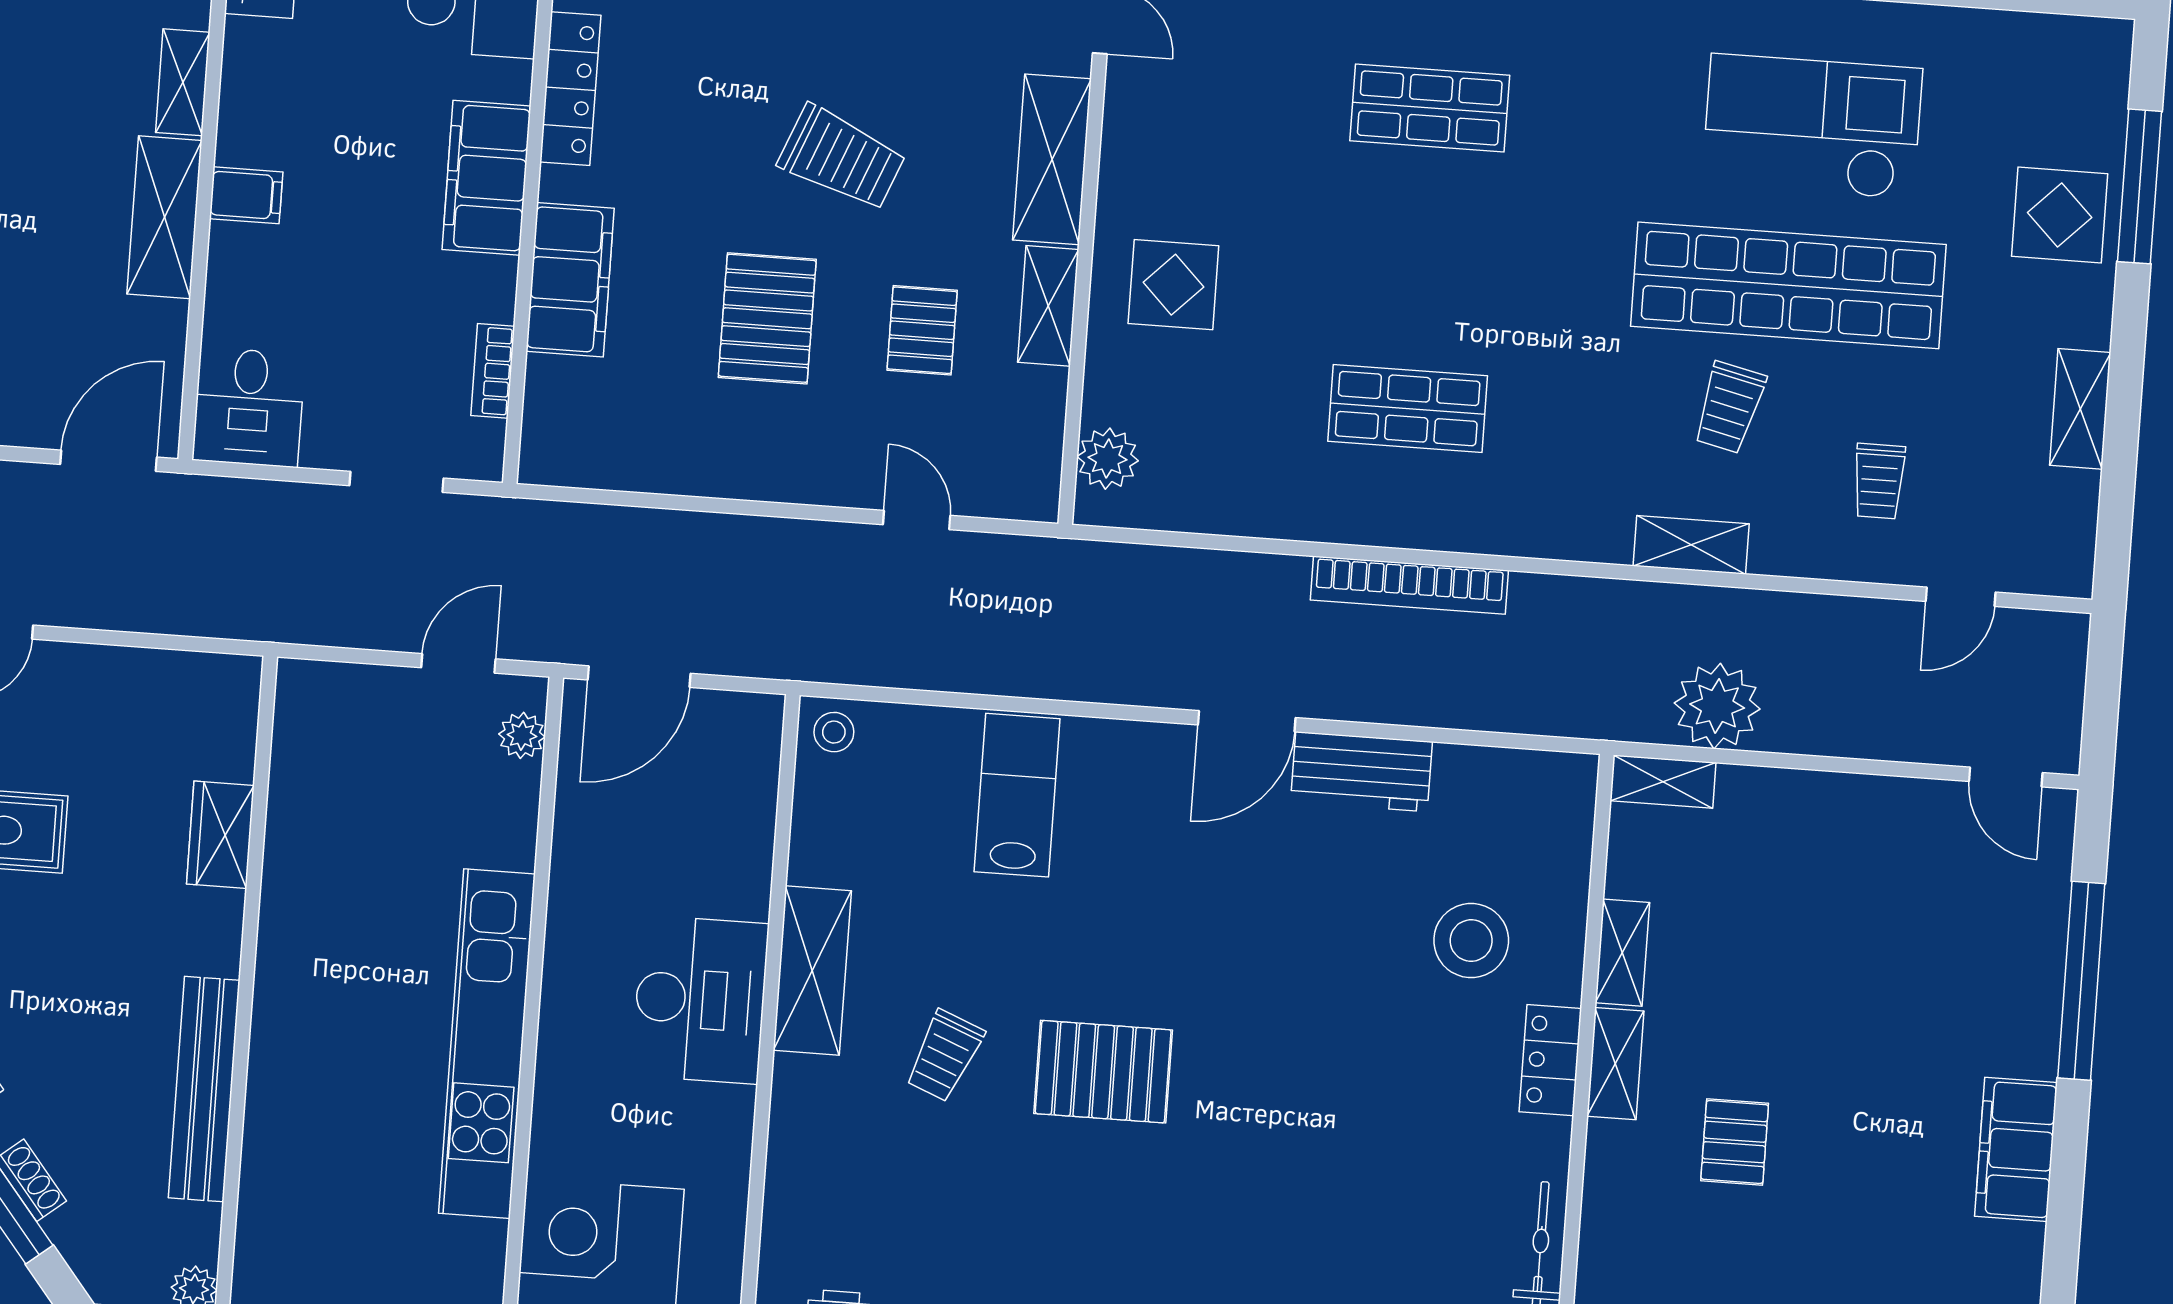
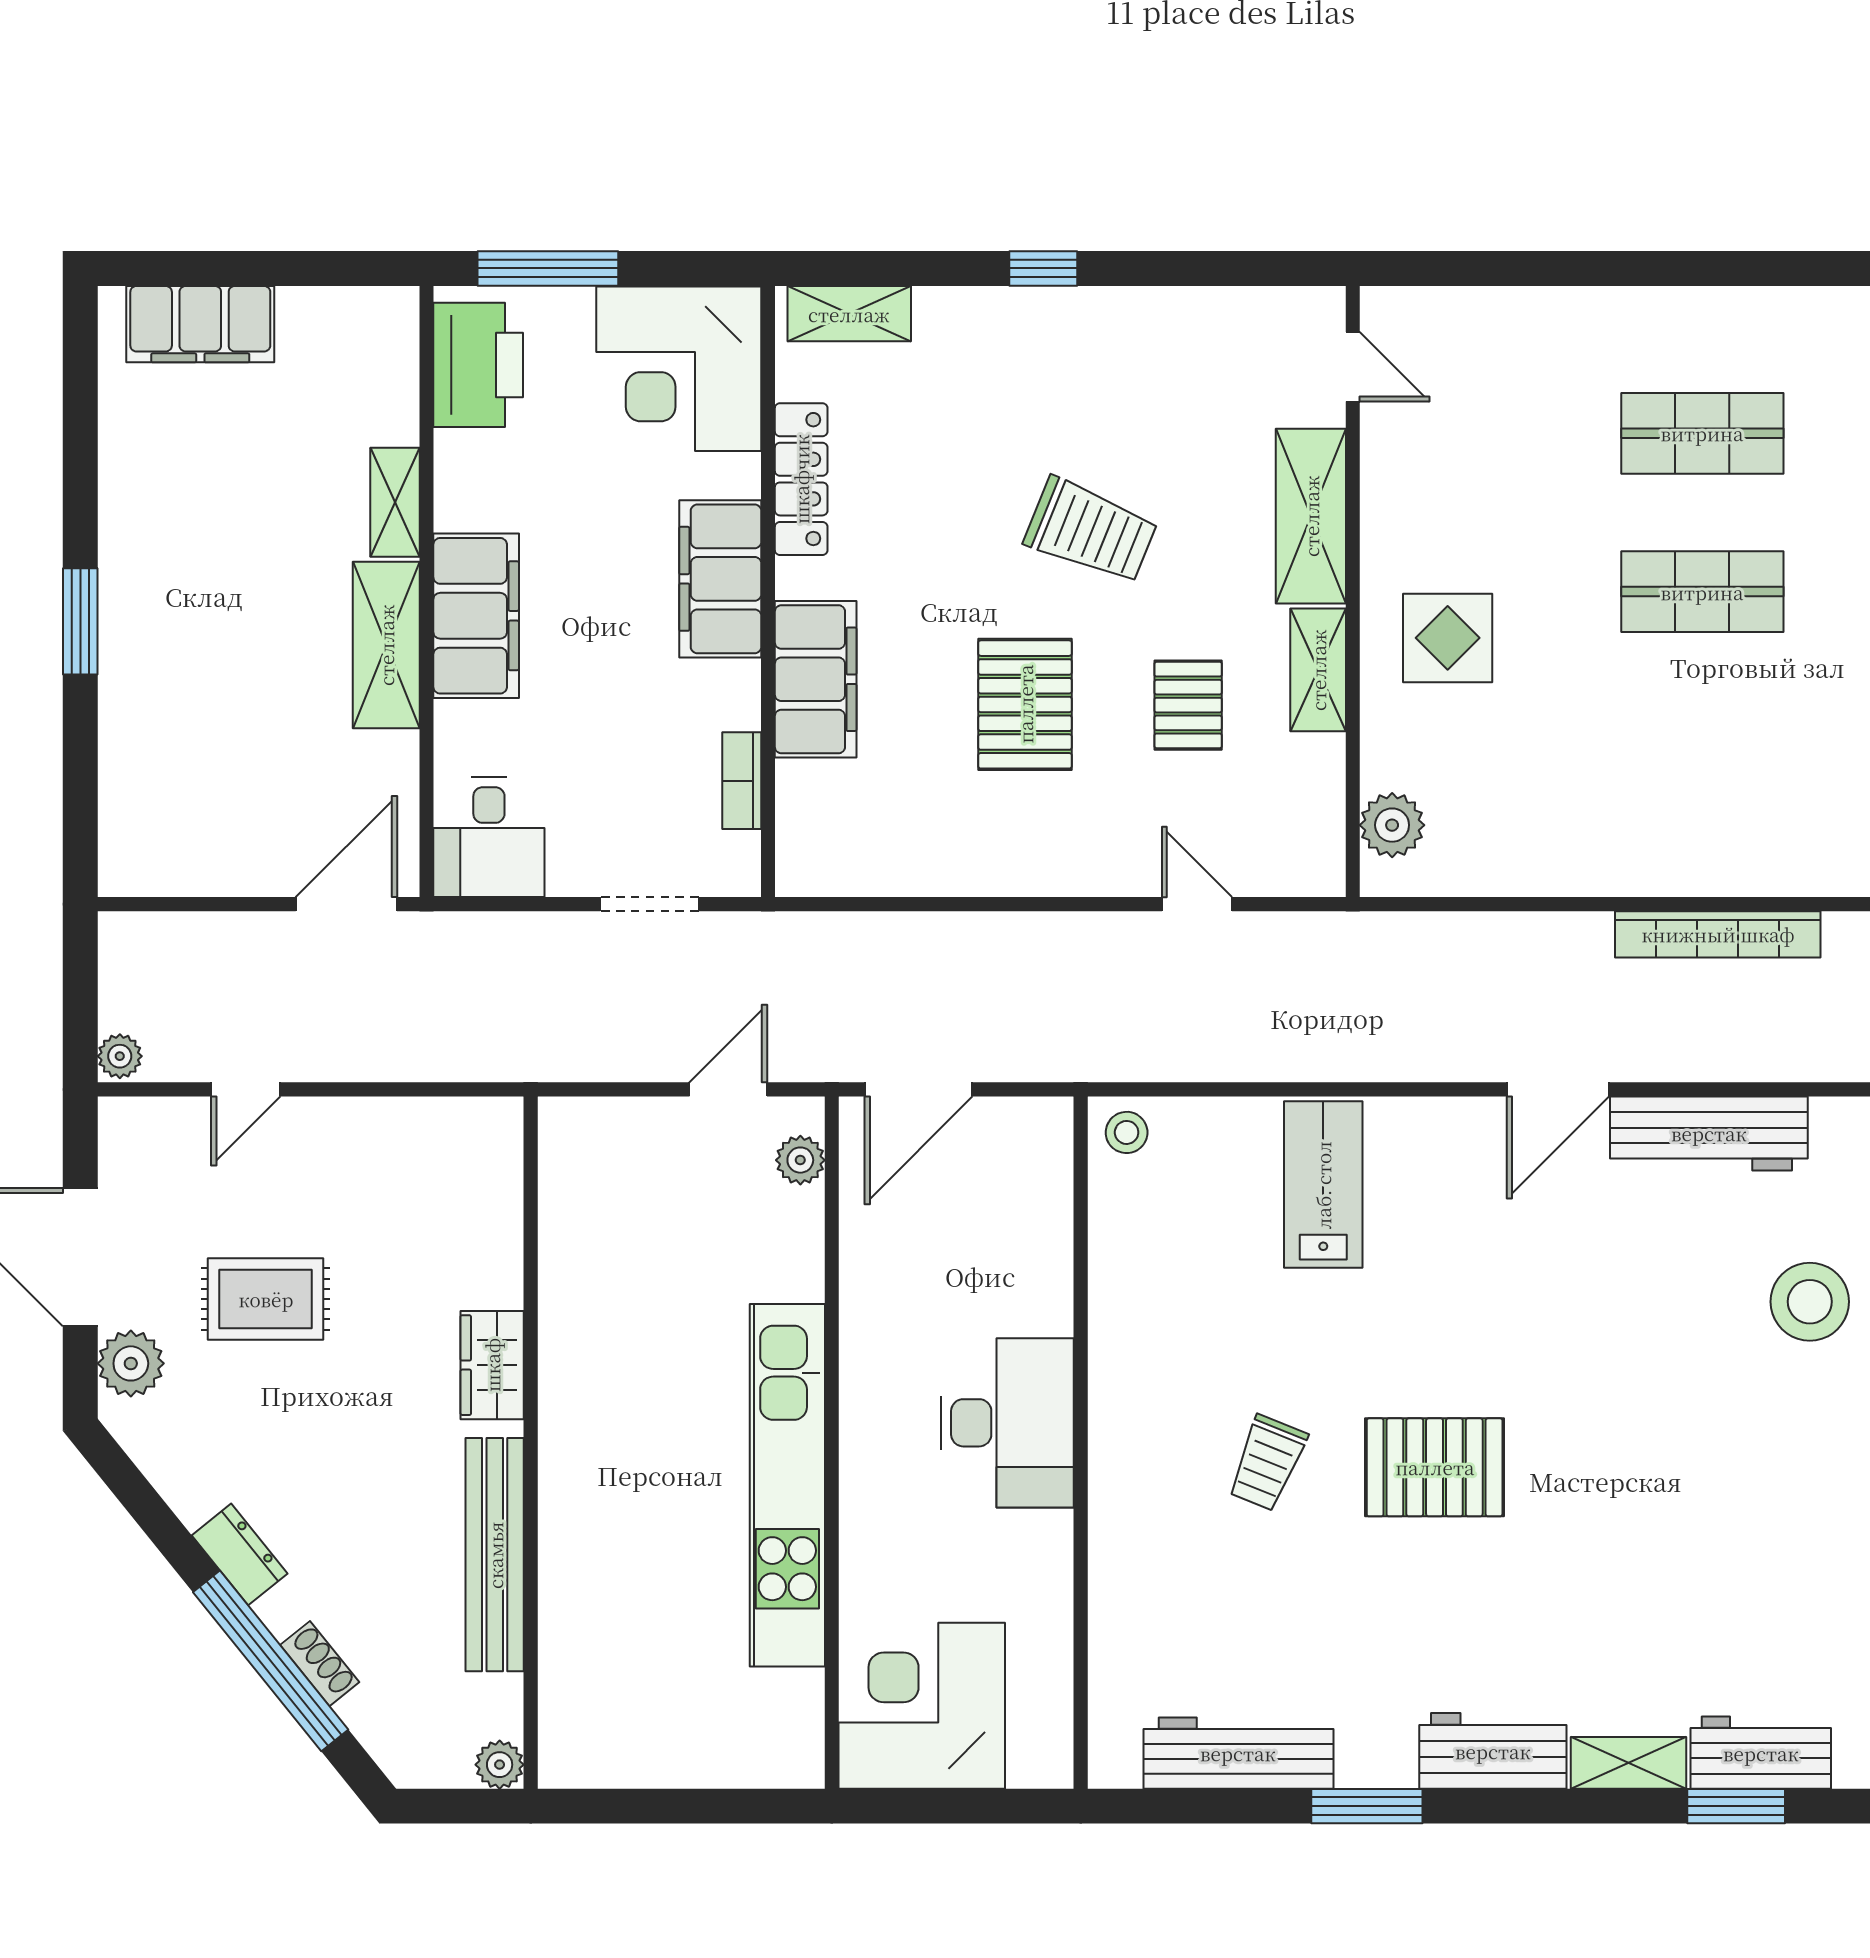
filing cabinet: (246, 195) -> (476, 616), width x3.00, depth x1.17
shop shelf: (1408, 409) -> (1702, 592), moved
workbench: (1362, 772) -> (1709, 1133), width x1.38
wardrobe: (220, 835) -> (492, 1365), moved
shelving: (812, 971) -> (1122, 1384), removed

